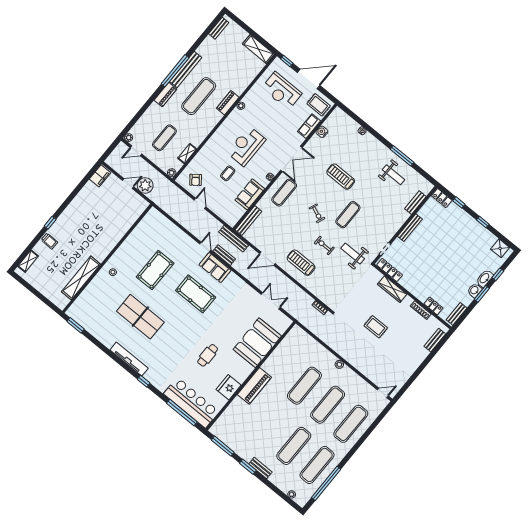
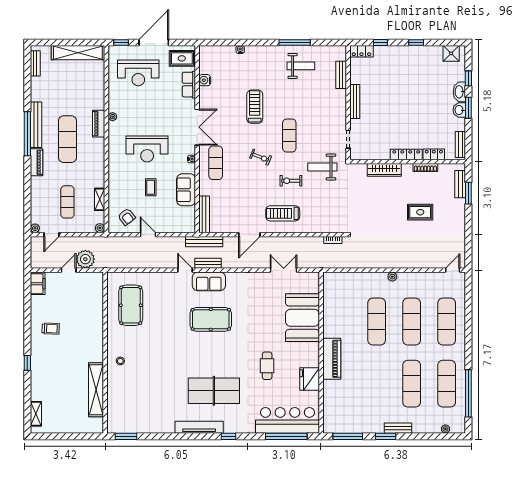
shelving: (258, 49) -> (78, 53), width x1.47
reception desk: (246, 146) -> (147, 149), turned -90
treadmill: (341, 177) -> (255, 107), turned 90
trolley: (49, 241) -> (51, 329), moved
pool table: (155, 270) -> (131, 305), moved
locker: (390, 270) -> (406, 155), moved
table tennis table: (140, 317) -> (214, 391), moved
rug: (376, 327) -> (420, 212), moved
window: (435, 350) -> (468, 193), added

